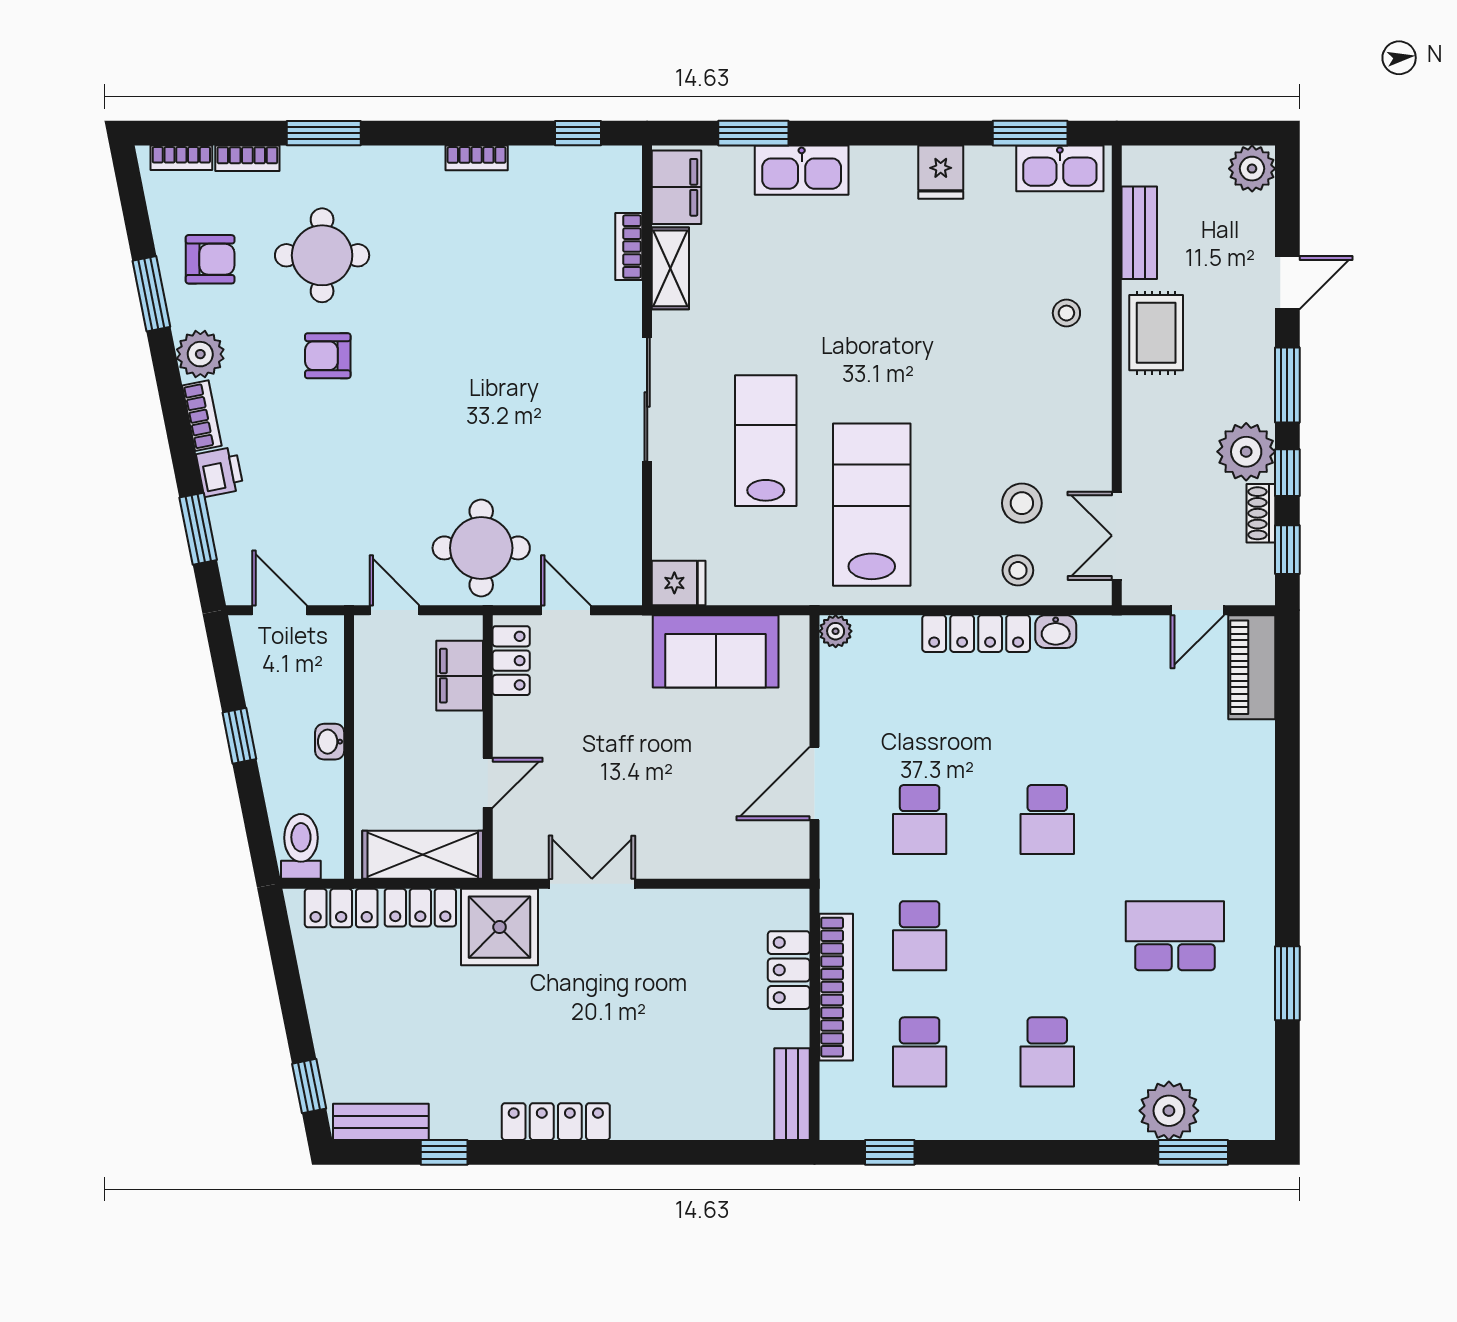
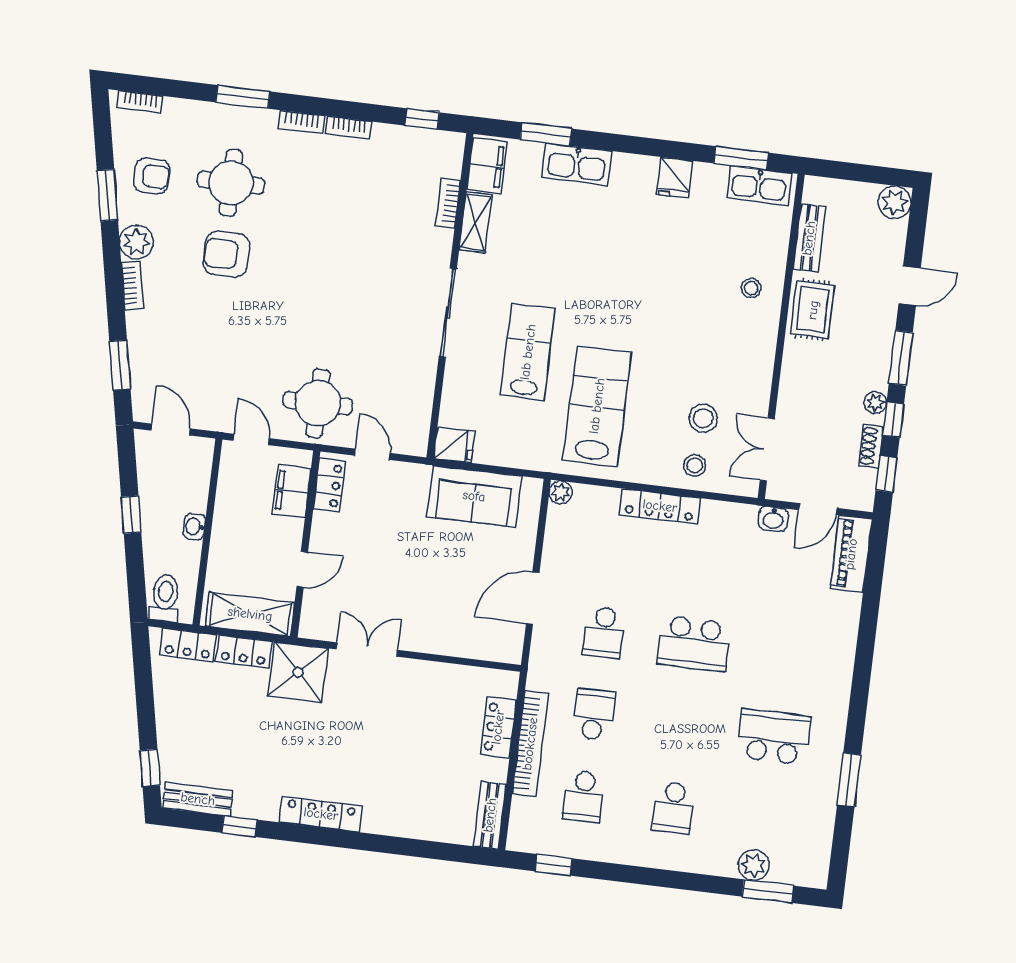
bookcase: (247, 158) -> (302, 122), moved
armchair: (328, 356) -> (226, 254), width x1.38, depth x1.38
plant: (1246, 452) -> (875, 403), width x0.53, depth x0.53
printer: (220, 472) -> (140, 327), removed
washbasin: (1056, 632) -> (773, 519), moved
school desk: (1047, 820) -> (694, 644), width x1.85
school desk: (920, 936) -> (594, 715), turned 180
plant: (1169, 1111) -> (754, 865), width x0.73, depth x0.73

